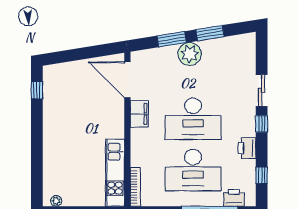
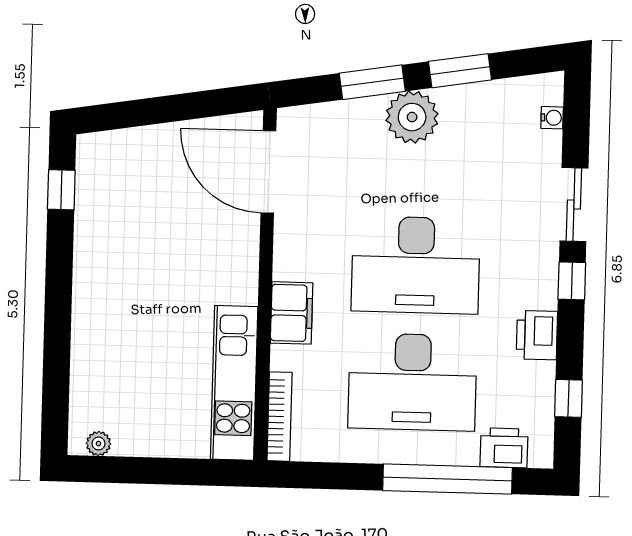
water cooler: (251, 53) -> (552, 118), added
filing cabinet: (139, 114) -> (292, 313), moved

